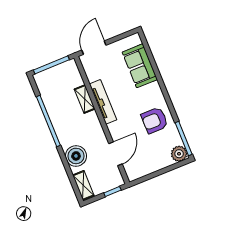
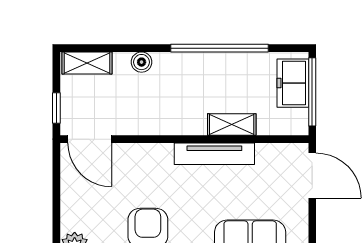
freezer: (51, 77) -> (293, 83), added
door: (116, 154) -> (90, 139), moved
boiler: (76, 156) -> (142, 62), width x0.54, depth x0.54

